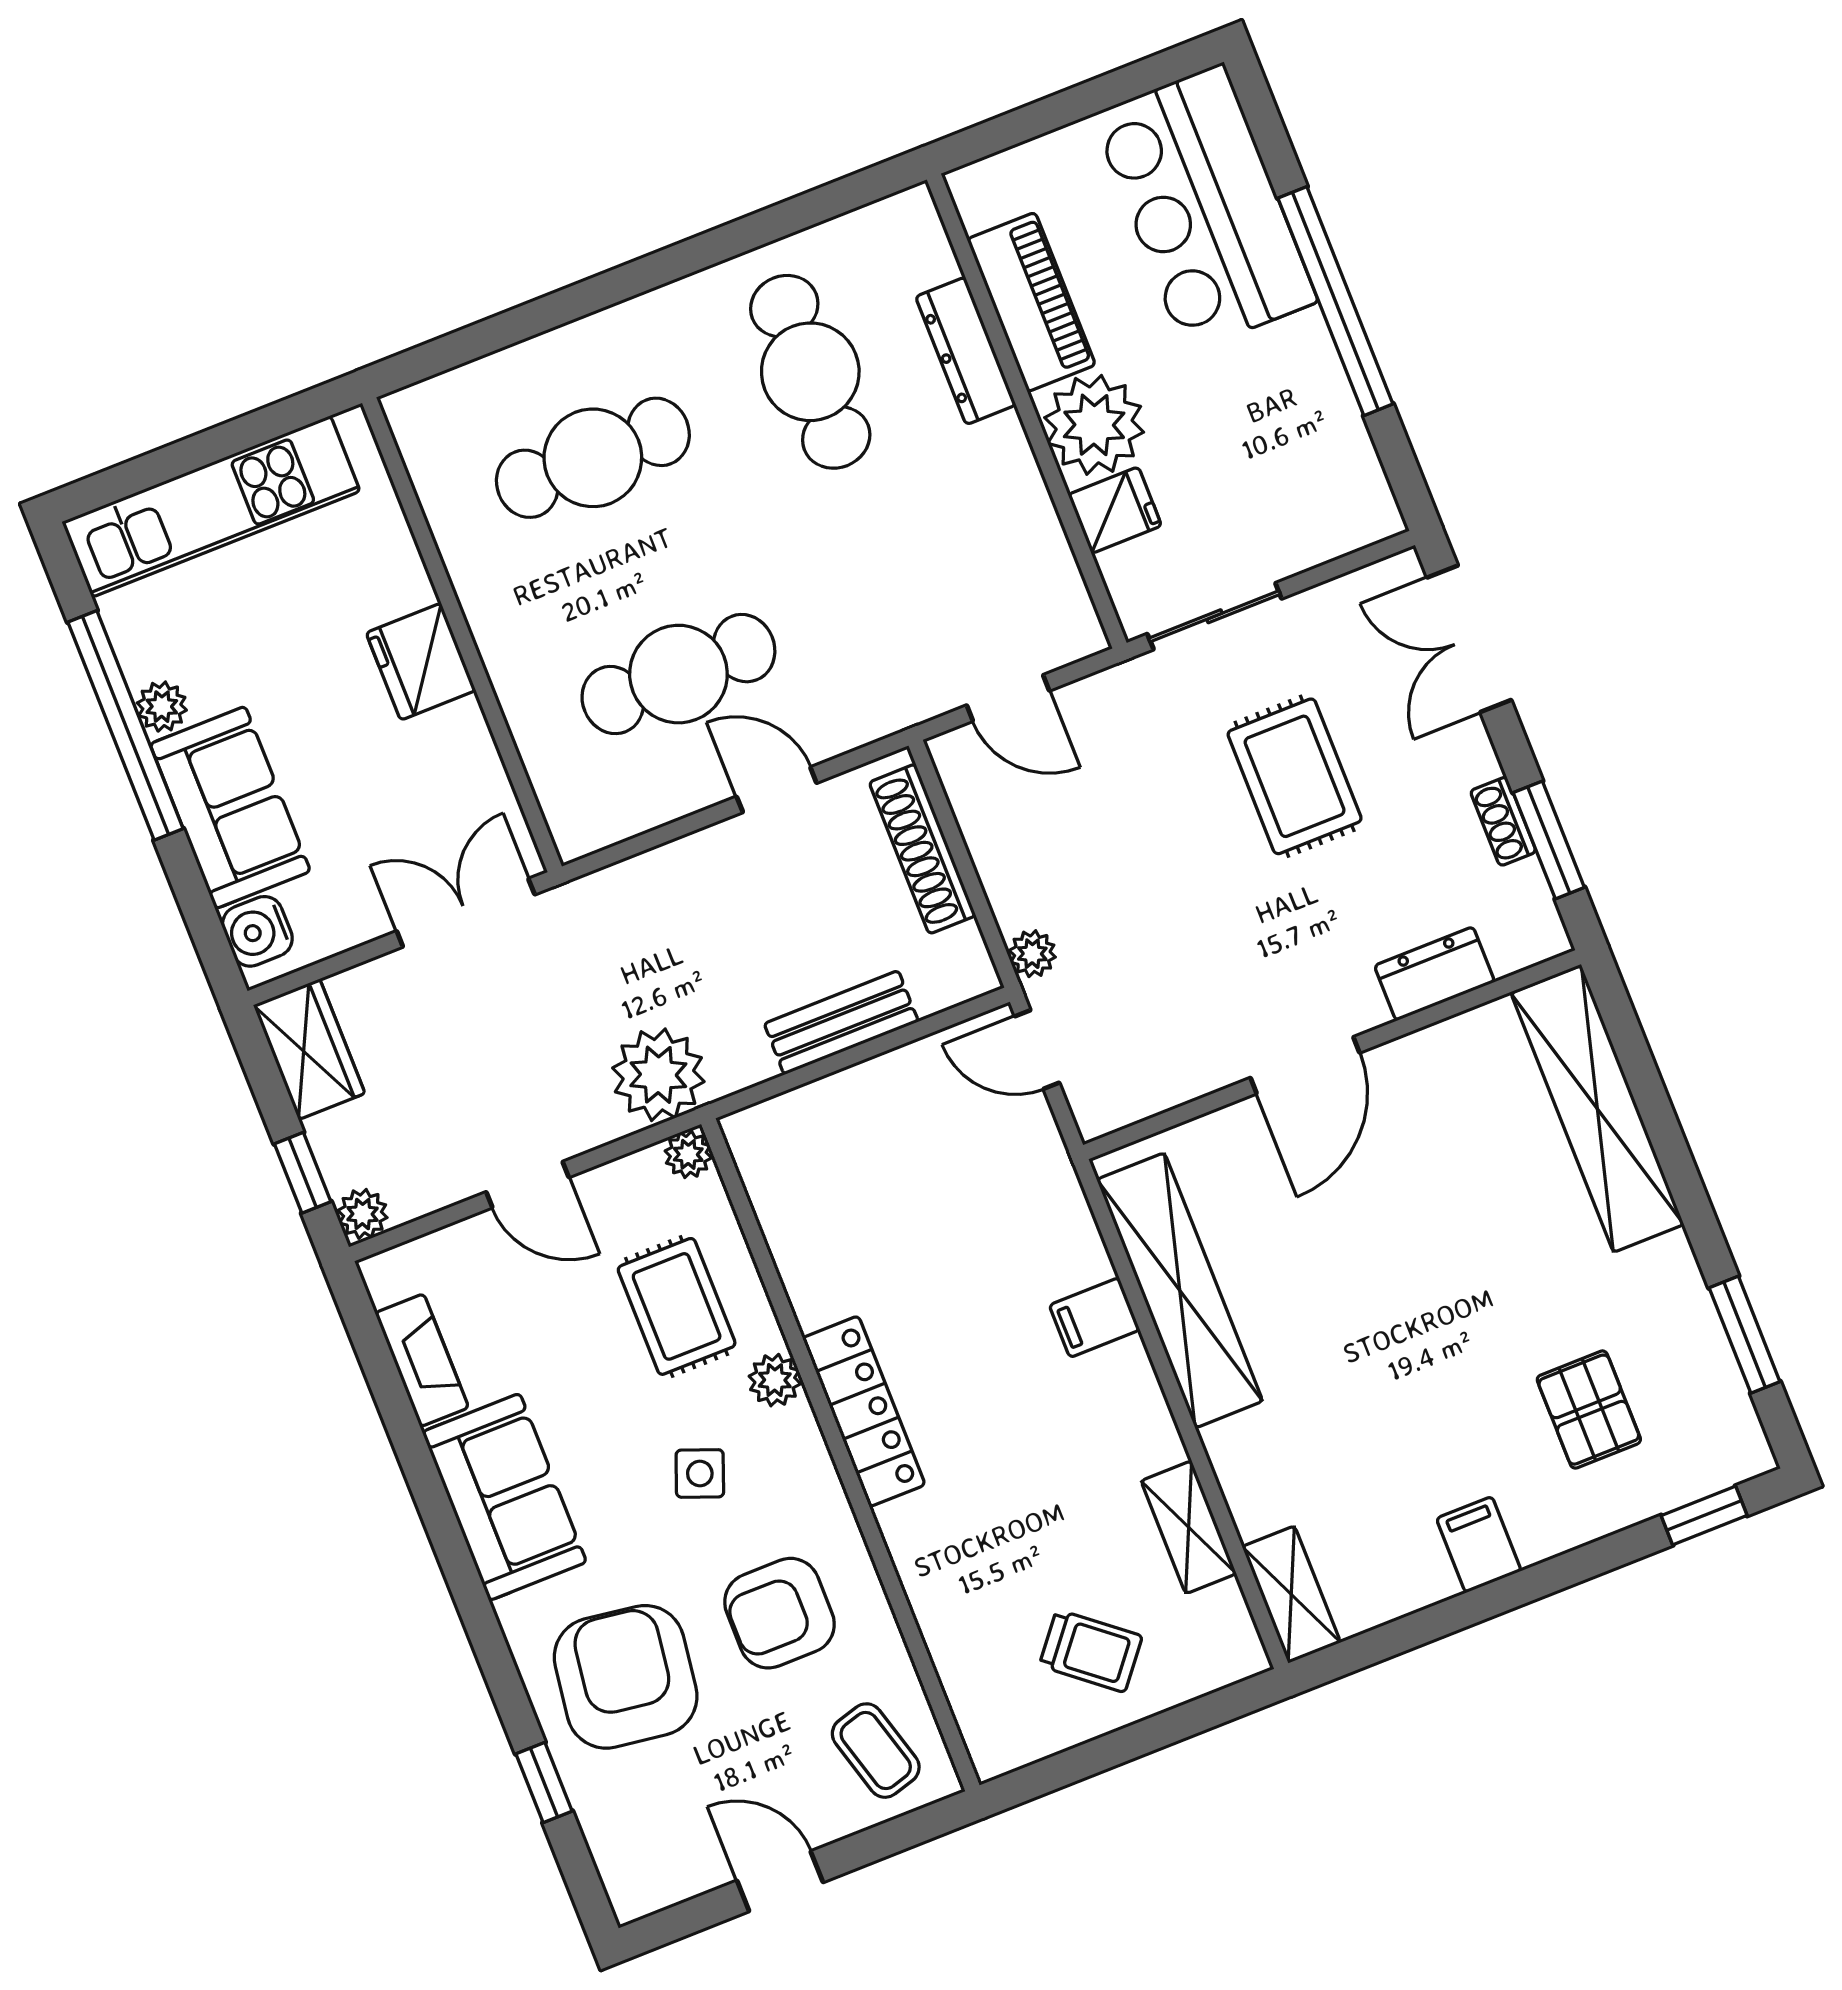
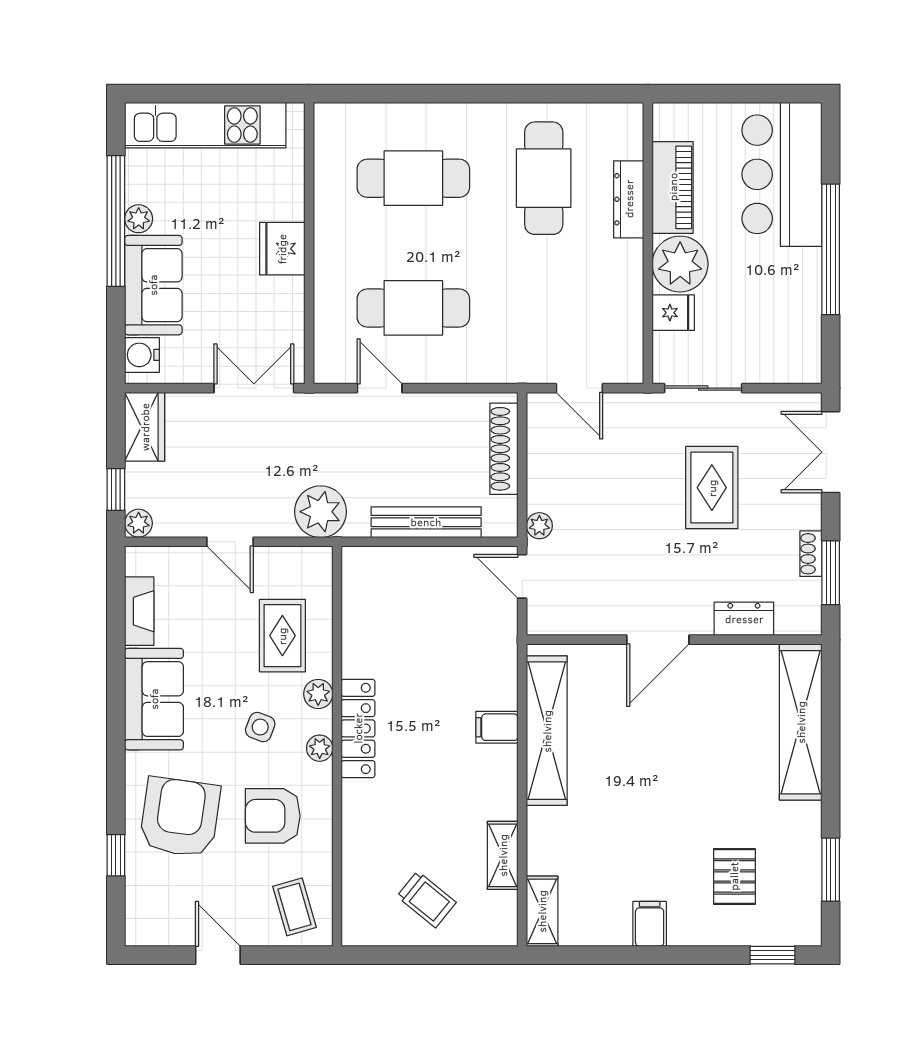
door: (777, 790) -> (380, 388), moved
bench: (841, 1023) -> (426, 522), width x1.36
plant: (688, 1154) -> (320, 748), moved

